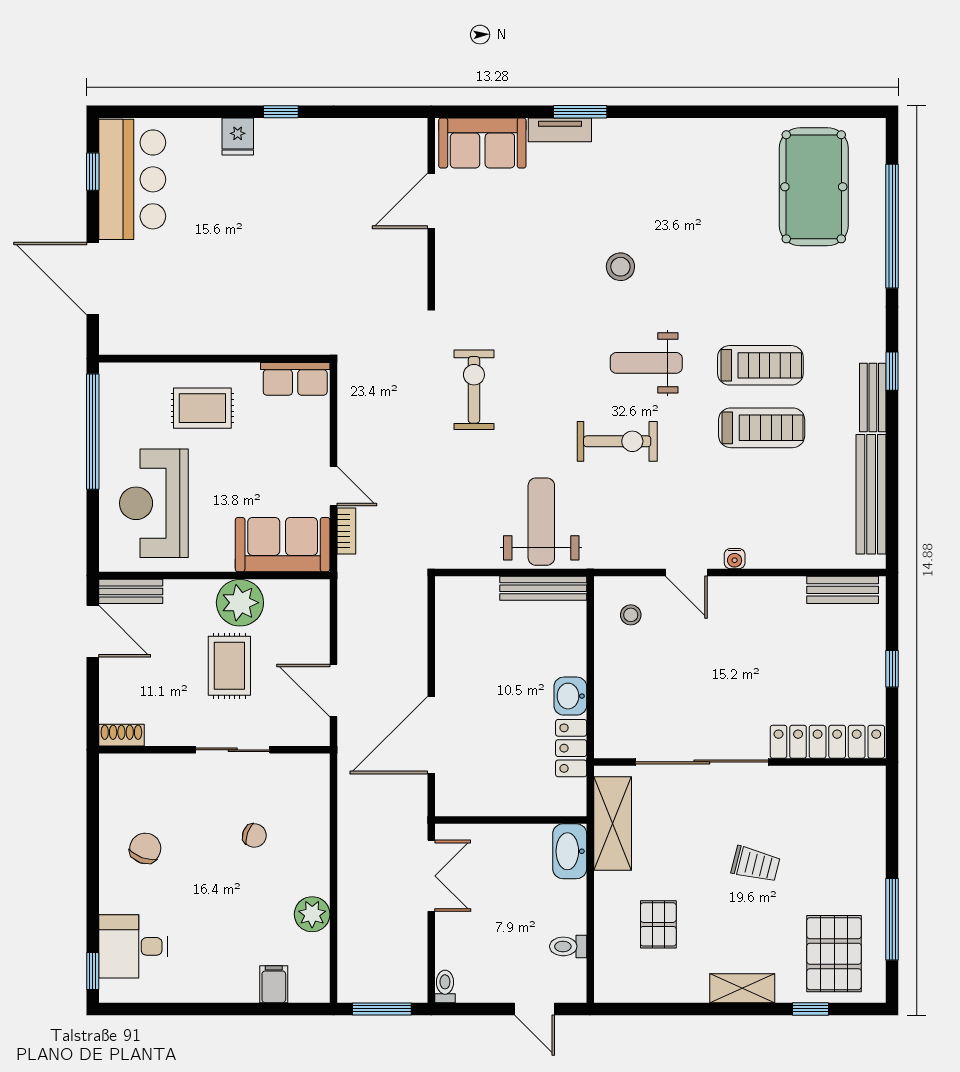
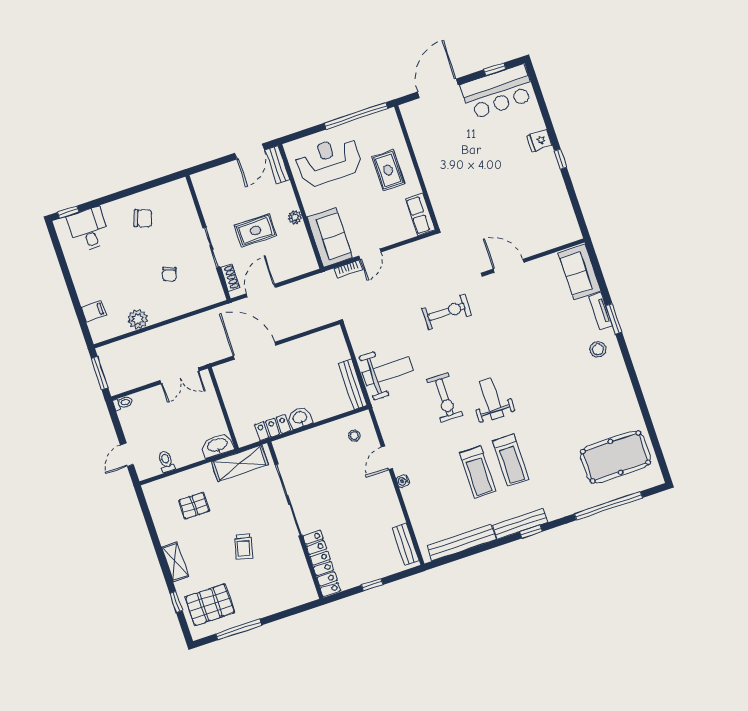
door: (431, 201) -> (509, 266), moved
stool: (620, 267) -> (598, 349), moved
bench: (873, 397) -> (520, 524), width x1.36
plant: (240, 603) -> (295, 217), width x0.53, depth x0.53
shoe rack: (121, 735) -> (230, 277), moved

